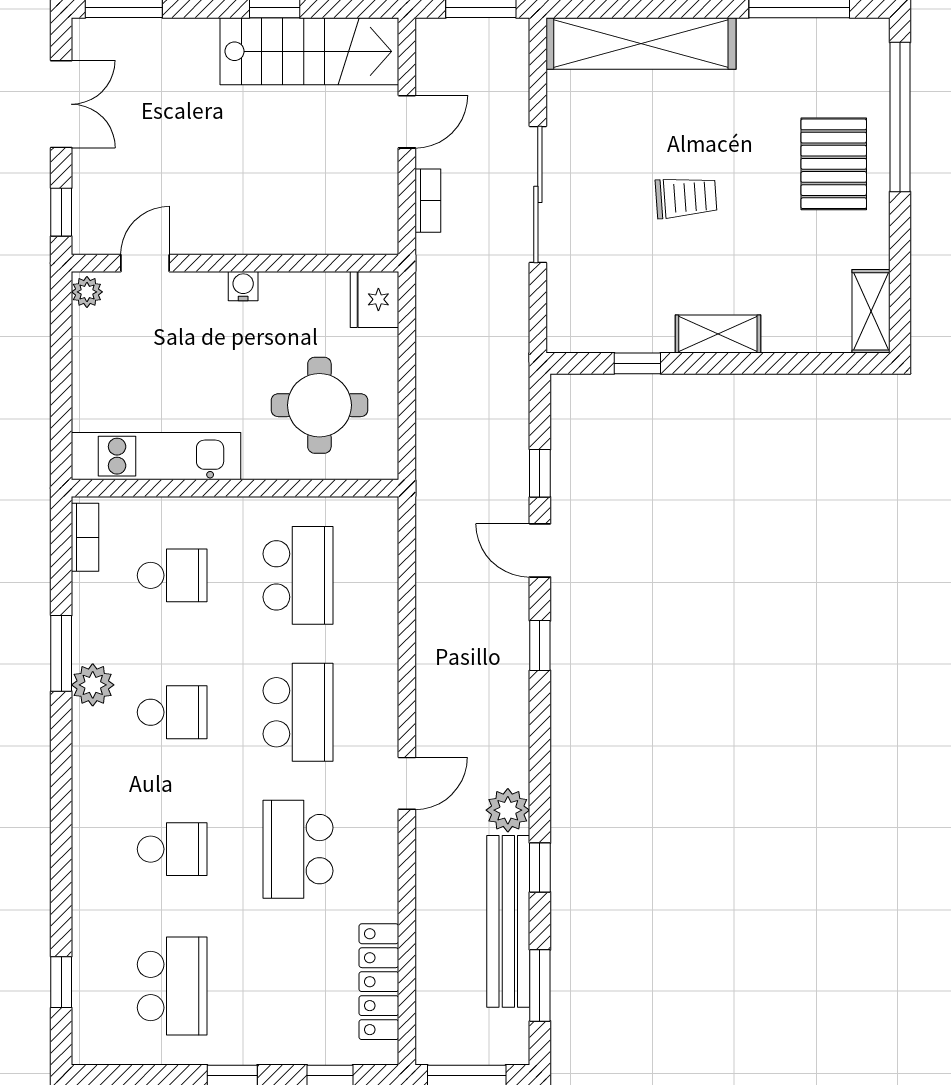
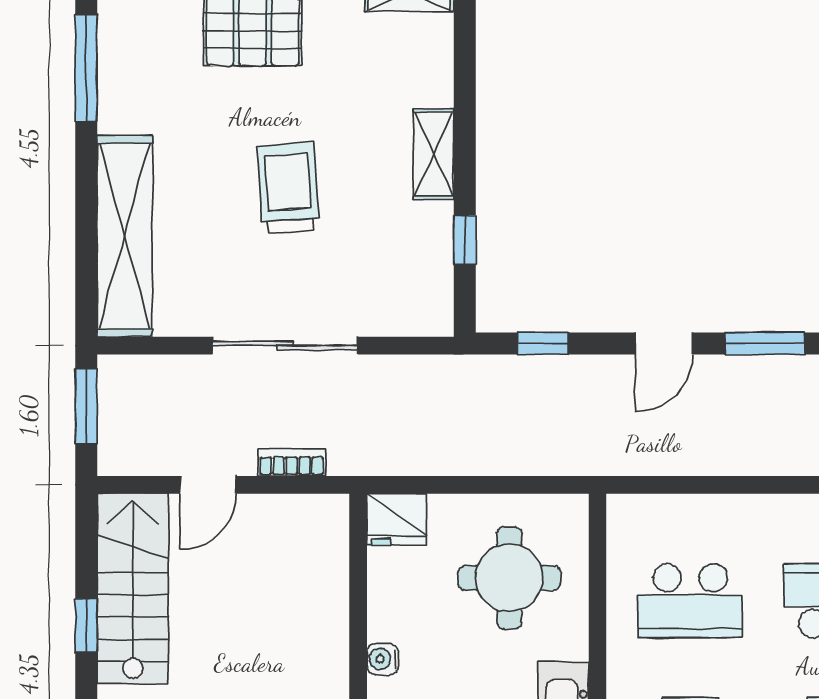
door: (407, 122) -> (208, 485), swing flipped
trolley: (686, 197) -> (288, 188), width x1.36, depth x1.39
window: (540, 473) -> (543, 343), moved
school desk: (298, 575) -> (690, 601), turned 180
window: (540, 646) -> (765, 343), width x1.50

